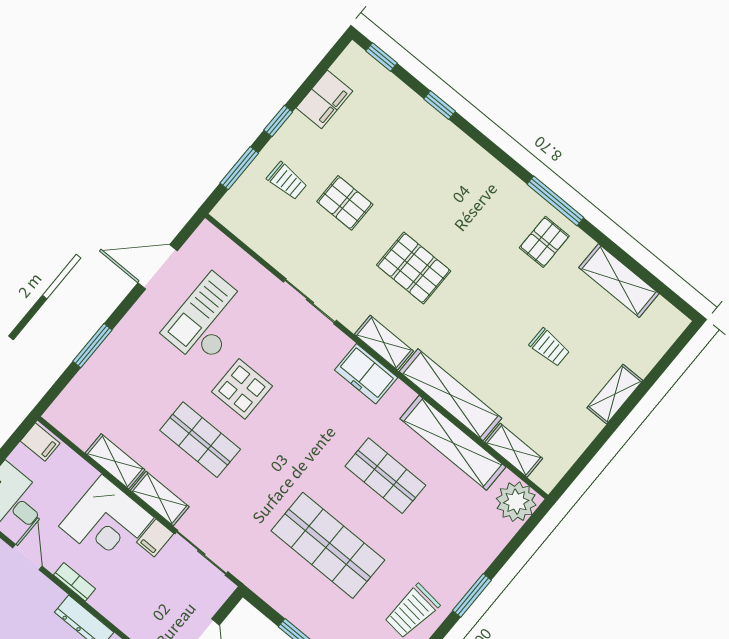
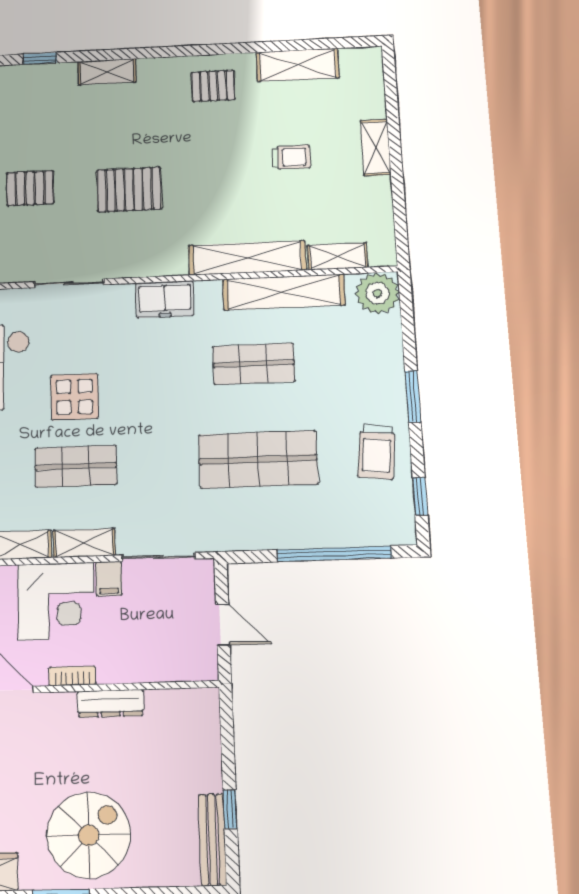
window: (555, 201) -> (194, 51), removed
pallet: (544, 242) -> (213, 86), turned 90
shelving: (384, 343) -> (107, 72), moved

